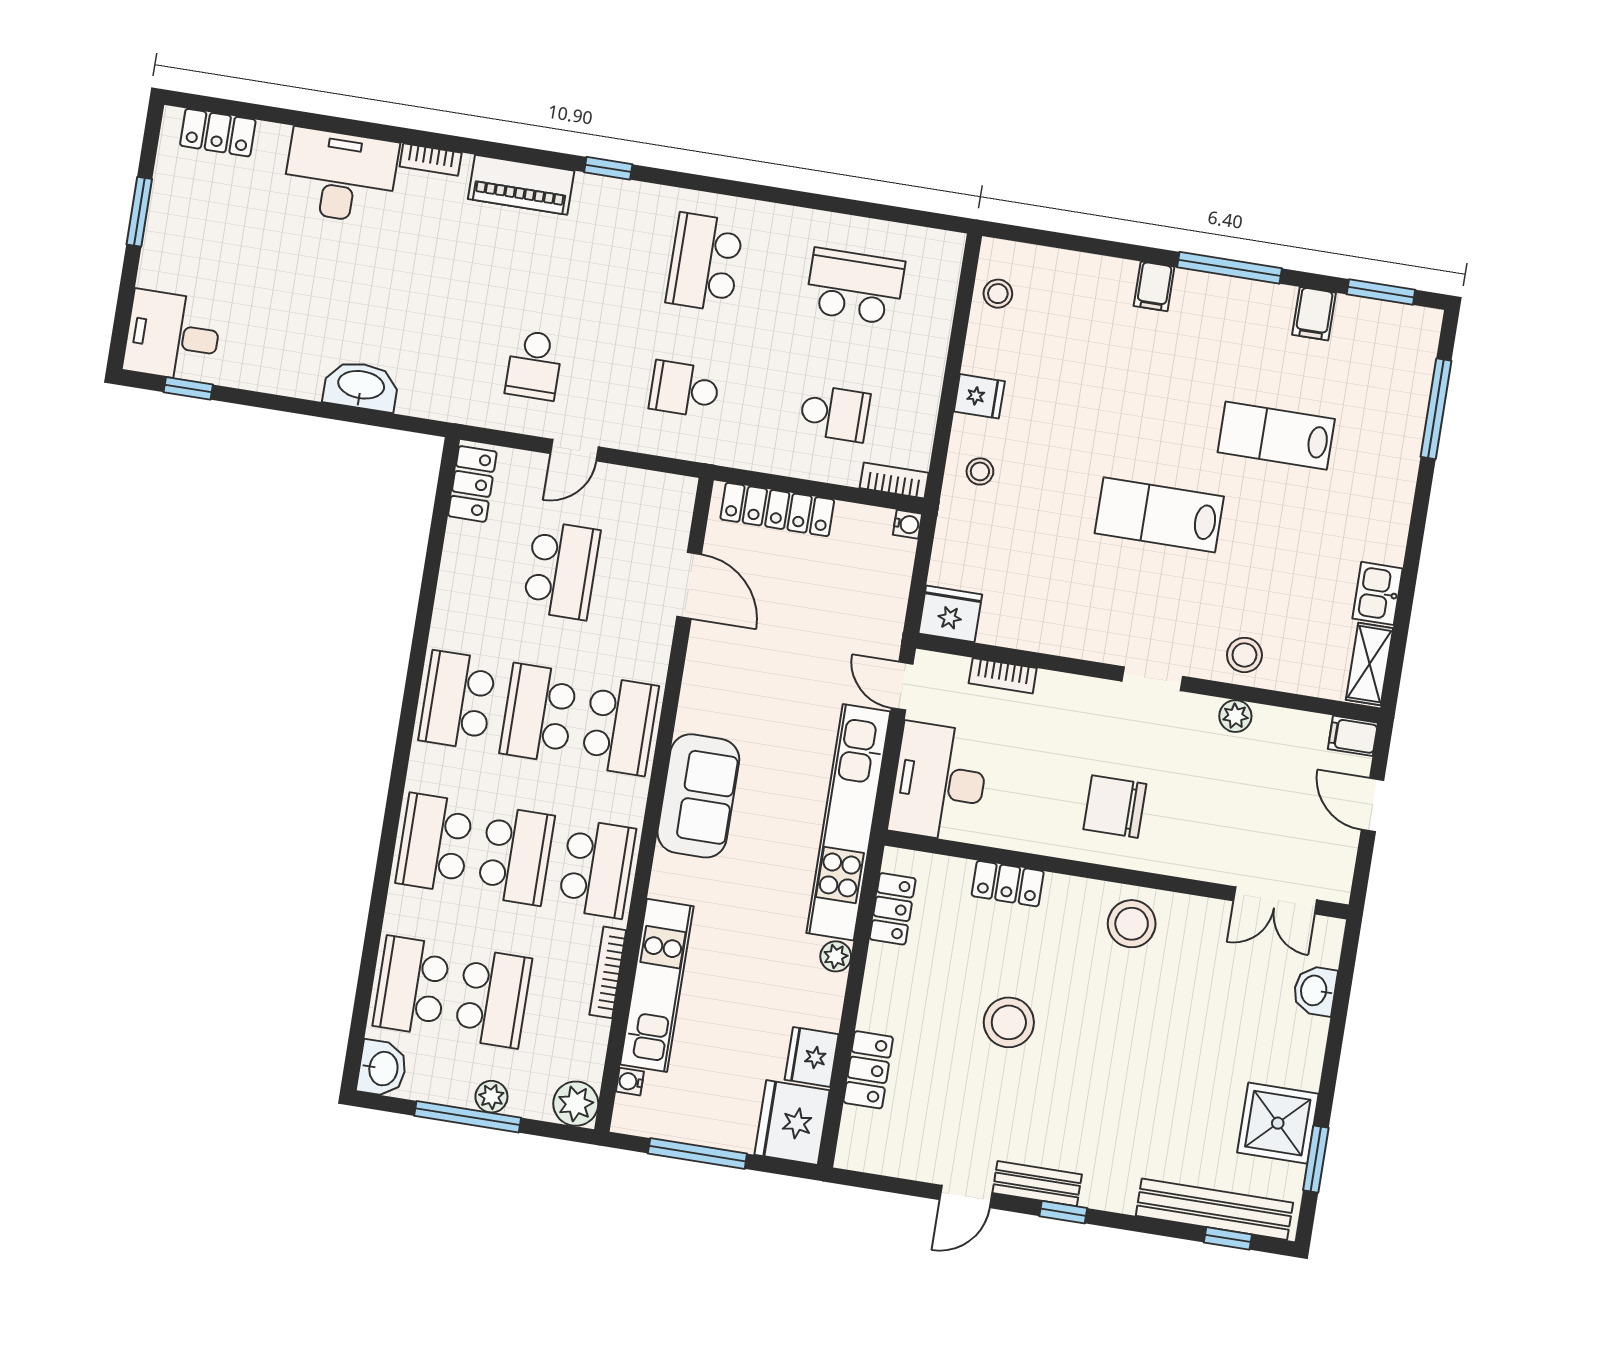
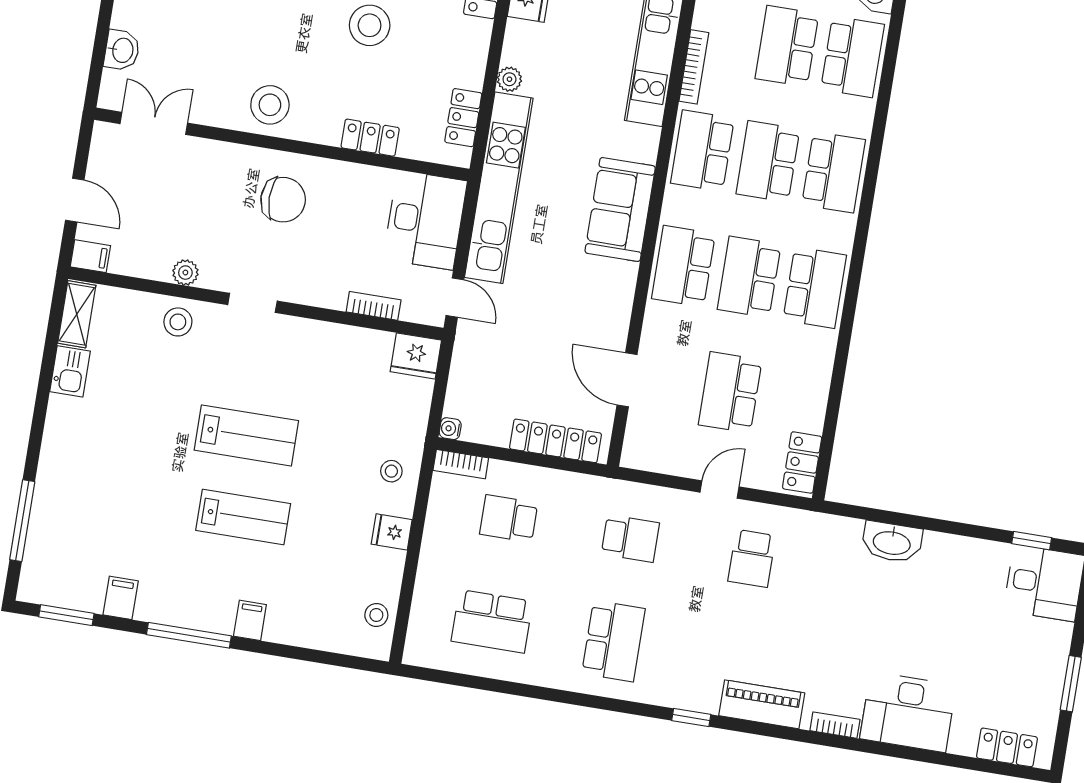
school desk: (534, 365) -> (752, 558), turned 180
lab bench: (1276, 436) -> (243, 517), moved
school desk: (539, 713) -> (749, 277), turned 180

